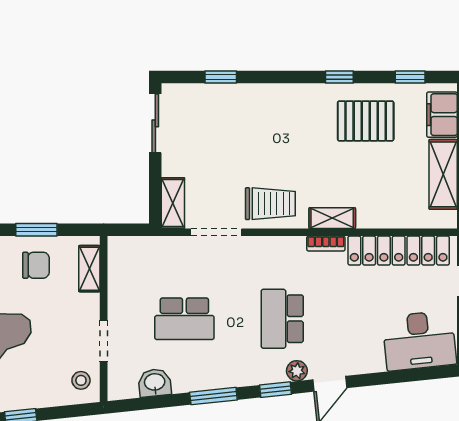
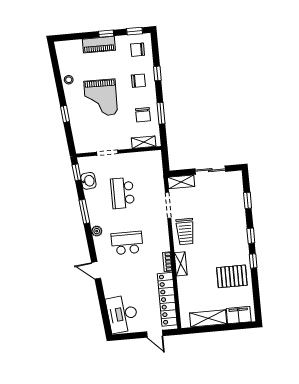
window: (410, 77) -> (251, 236), moved
pallet: (366, 121) -> (232, 276), turned 90
sliding door: (155, 123) -> (210, 170), moved
plant: (297, 371) -> (97, 231), moved
stool: (81, 380) -> (86, 143), removed
window: (275, 390) -> (77, 172), moved

